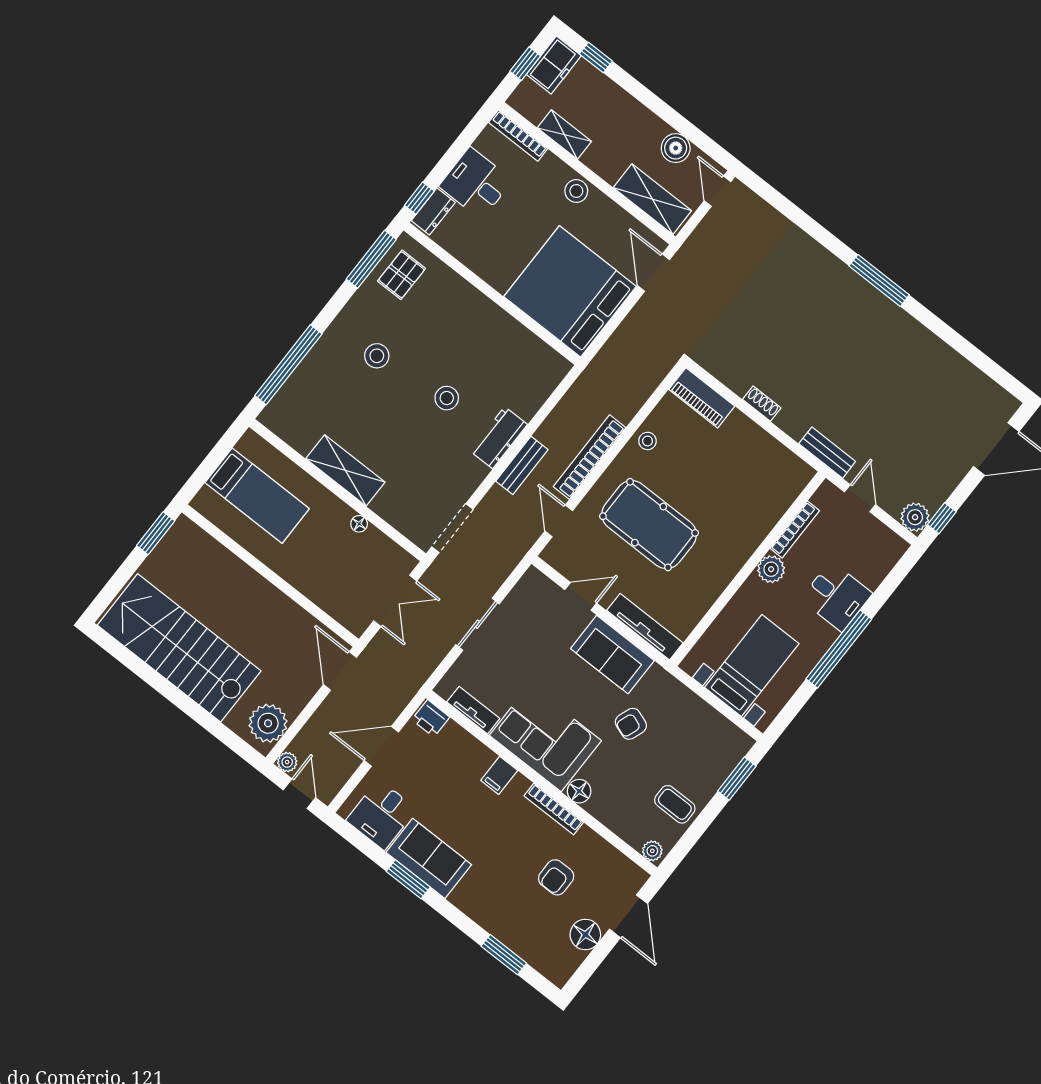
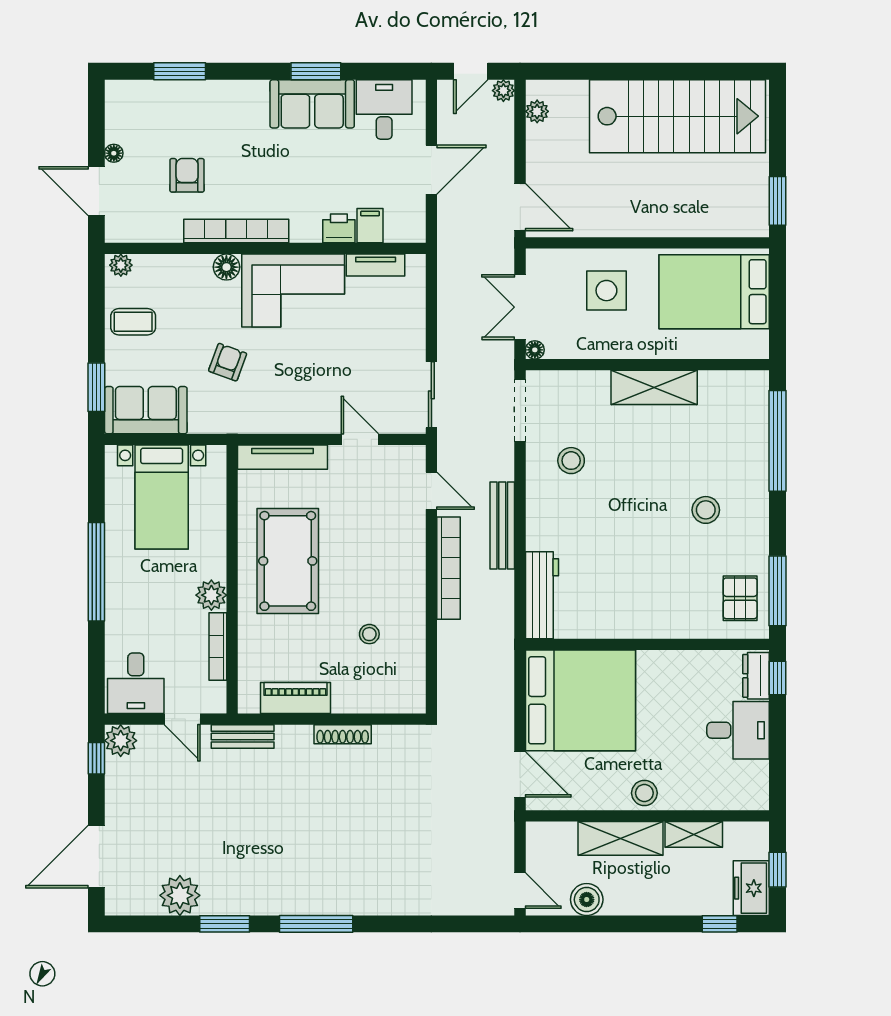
bookcase: (518, 136) -> (734, 801), removed
shelving: (652, 199) -> (621, 838), moved
window: (943, 331) -> (225, 924), added
plant: (959, 376) -> (180, 895), added
stool: (447, 398) -> (571, 461), moved
piano: (702, 398) -> (296, 698), moved
shoe rack: (762, 404) -> (343, 734), width x1.43
workbench: (499, 438) -> (542, 595), moved, width x1.38
stool: (648, 441) -> (369, 634), moved
bench: (522, 465) -> (502, 526), width x1.36
bed: (257, 496) -> (714, 292), width x1.50
floor lamp: (359, 524) -> (535, 350), moved
pool table: (649, 525) -> (288, 561), moved, turned 90
side table: (325, 565) -> (606, 291), added
door: (581, 596) -> (360, 439), swing flipped
desk: (836, 596) -> (136, 683), moved, turned -90
sliding door: (477, 624) -> (431, 395), moved
sofa: (612, 655) -> (146, 410), moved
printer: (431, 718) -> (339, 228), moved
plant: (268, 723) -> (537, 111), width x0.53, depth x0.53
filing cabinet: (499, 775) -> (370, 226), moved
door: (299, 794) -> (471, 71), hinge flipped
bookcase: (554, 809) -> (236, 231), width x1.48, depth x1.31
floor lamp: (585, 935) -> (114, 153), width x0.53, depth x0.53

